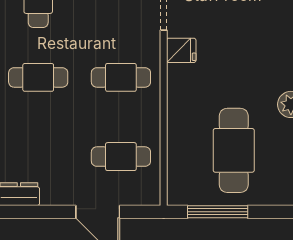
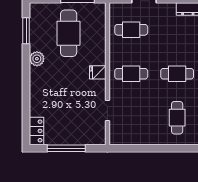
fridge: (181, 50) -> (98, 72), moved

